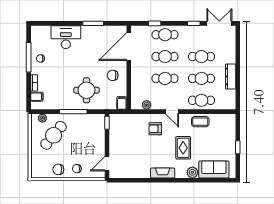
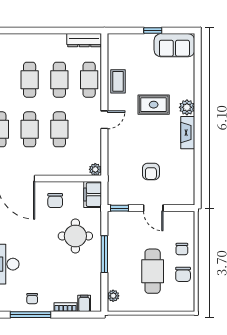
dresser: (231, 76) -> (84, 40), moved
filing cabinet: (122, 103) -> (93, 195), width x2.00
plant: (147, 105) -> (95, 169), moved
armchair: (155, 129) -> (151, 172), moved
cafe table: (54, 135) -> (153, 271), moved, turned 50
door: (107, 164) -> (153, 208), moved
sofa: (214, 169) -> (174, 45), moved, turned -90
plant: (192, 172) -> (187, 107), moved

